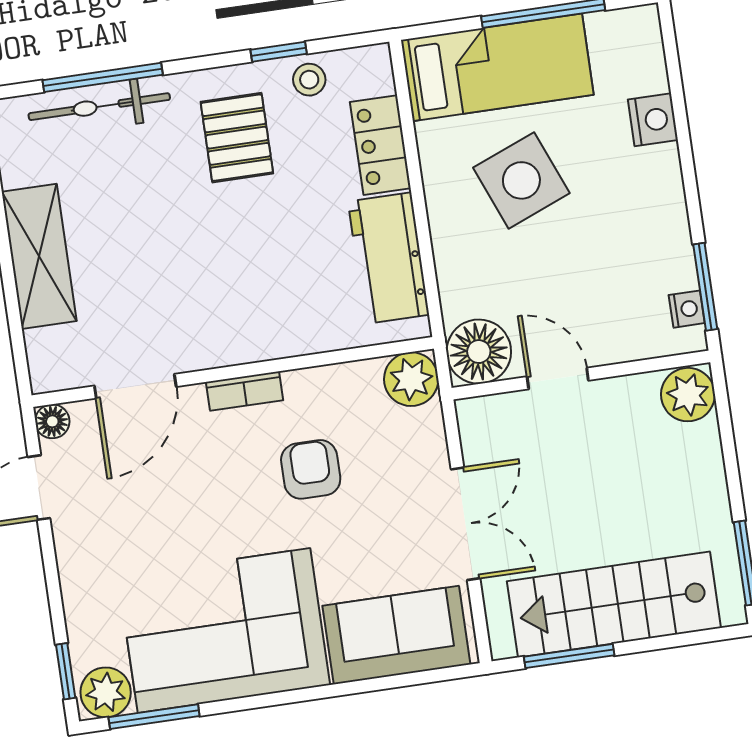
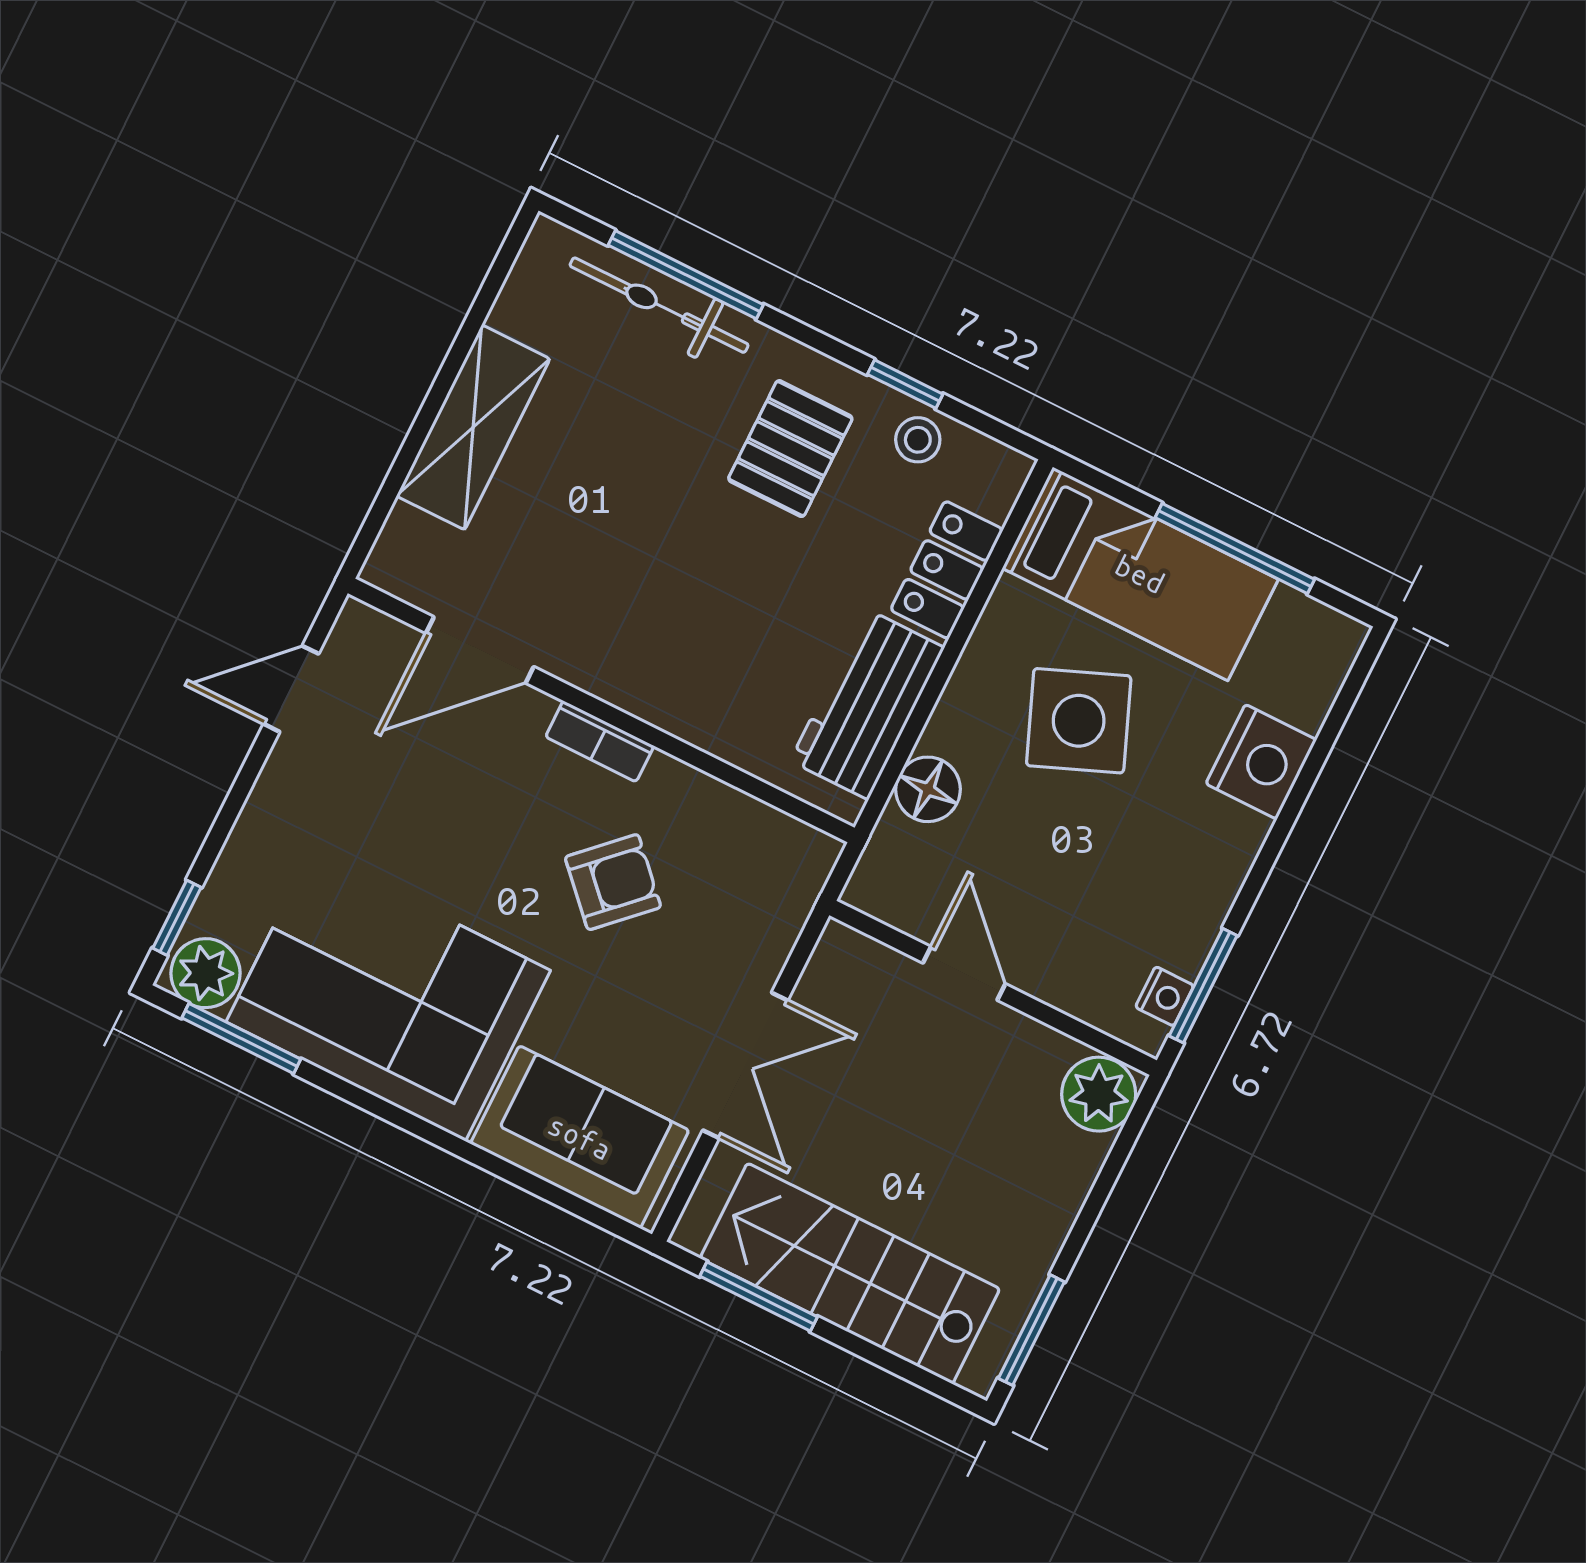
nightstand: (653, 120) -> (1261, 762), width x1.36, depth x1.33
floor lamp: (479, 352) -> (928, 789), moved, width x0.73, depth x0.73
plant: (411, 379) -> (798, 859), removed
floor lamp: (52, 421) -> (358, 624), removed
armchair: (311, 469) -> (613, 882), turned 46

